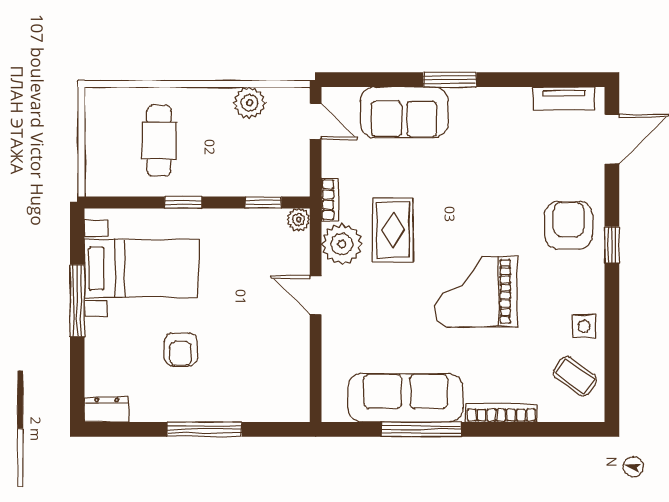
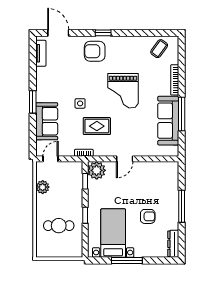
plant: (299, 220) -> (97, 170), width x1.88, depth x1.88
plant: (342, 244) -> (103, 148), removed
side table: (584, 326) -> (80, 103), moved
dresser: (107, 410) -> (173, 244), width x1.44

